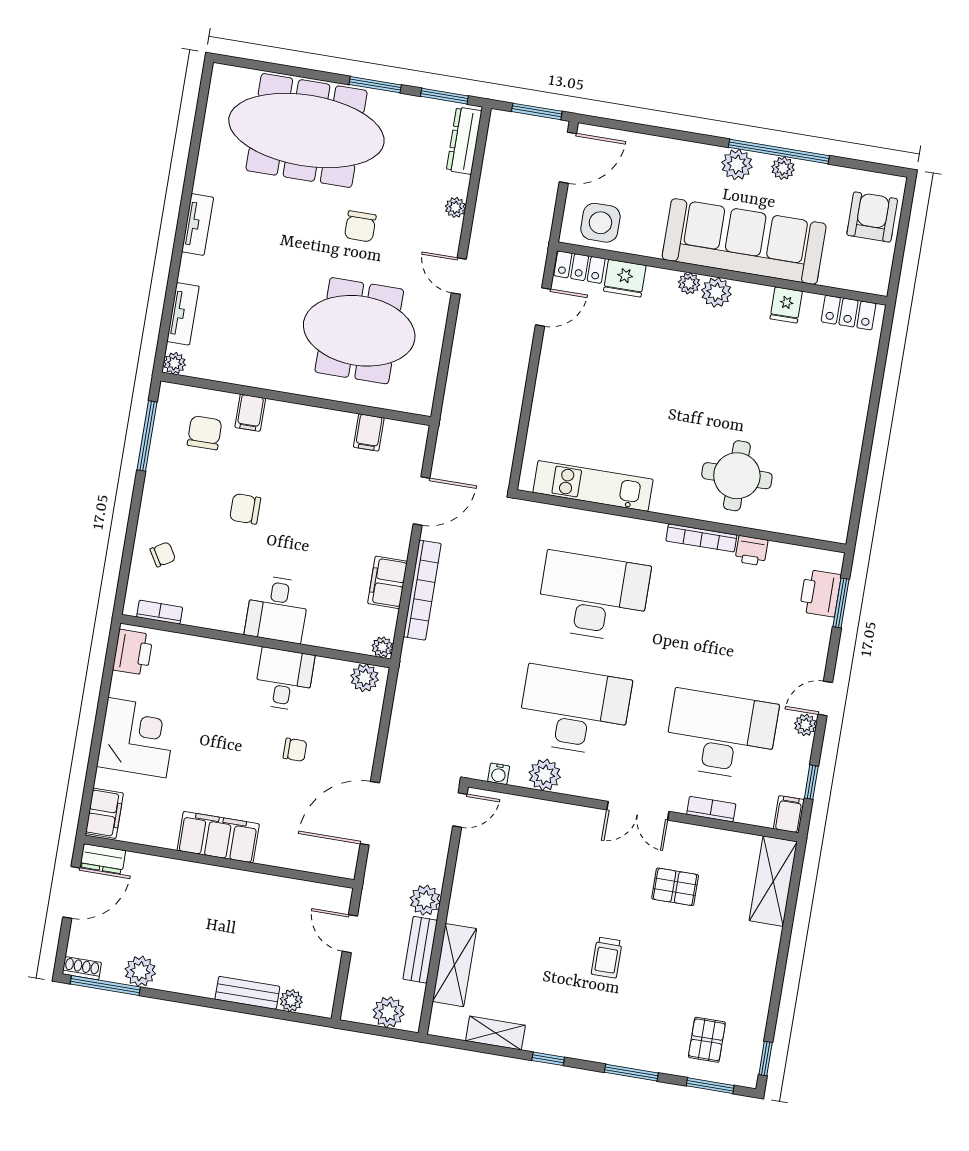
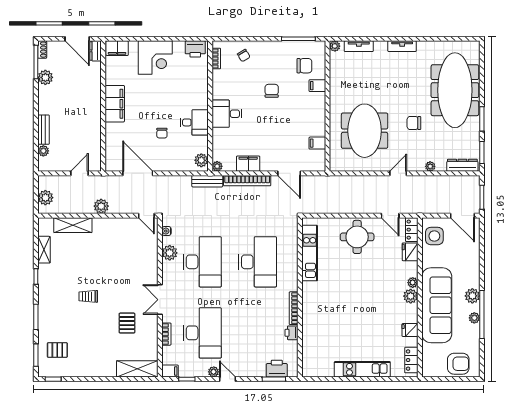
kitchen unit: (851, 417) -> (362, 369), added
round table: (737, 476) -> (357, 237), moved
bench: (420, 950) -> (207, 181), moved

